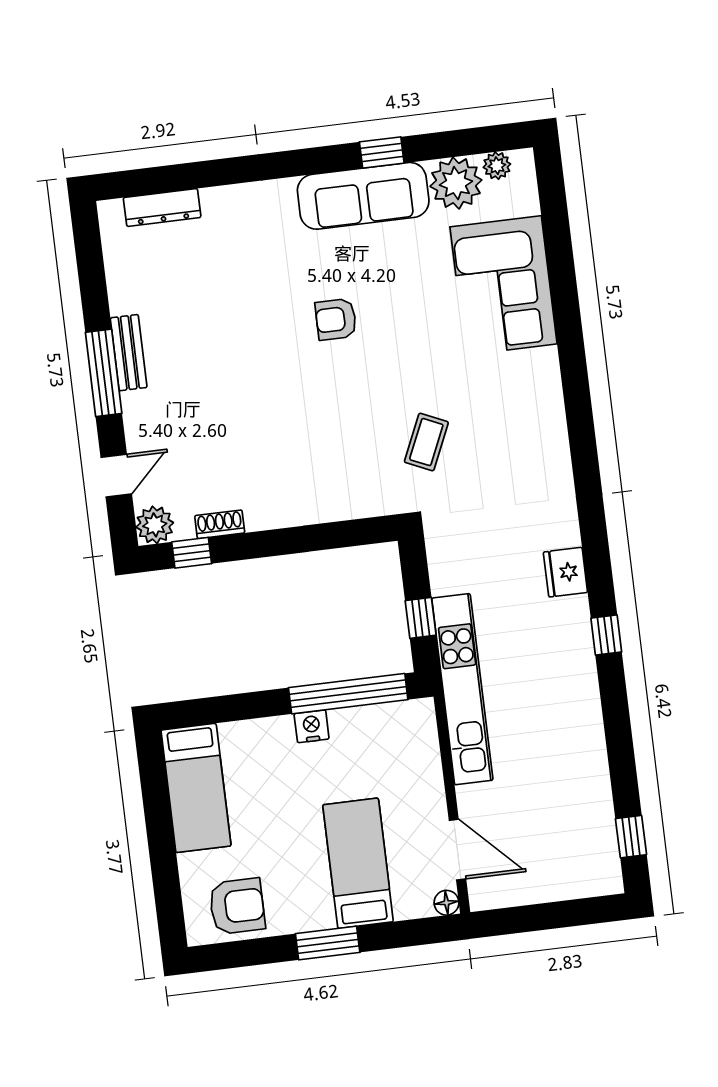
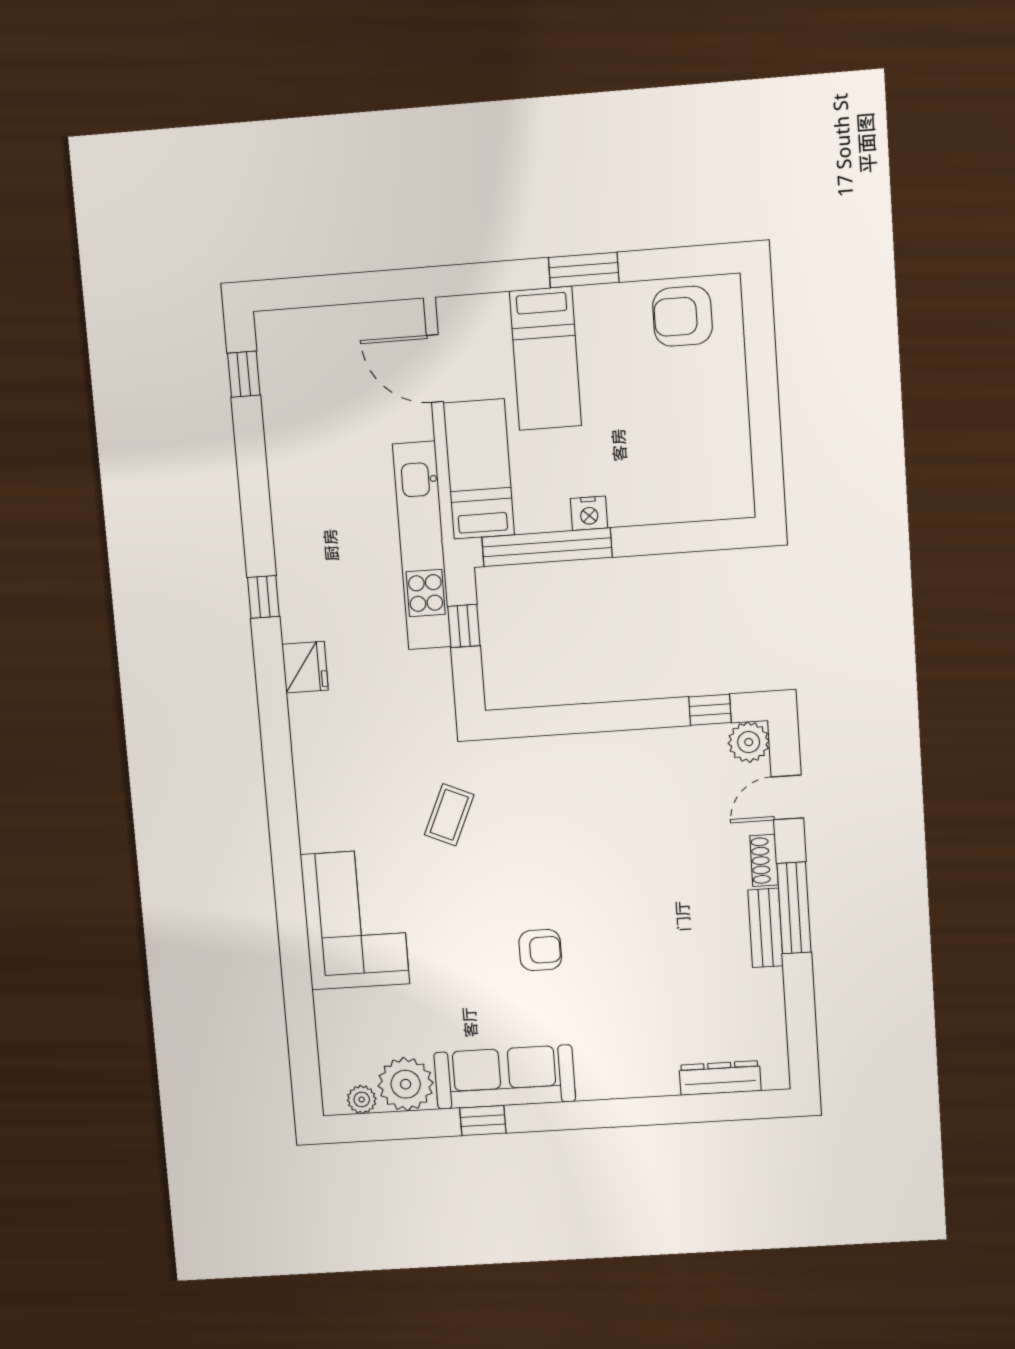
corner sofa: (504, 285) -> (355, 919), moved
shoe rack: (220, 524) -> (764, 860), moved, turned 90
bed: (196, 788) -> (479, 469), moved
floor lamp: (447, 903) -> (450, 310), removed

